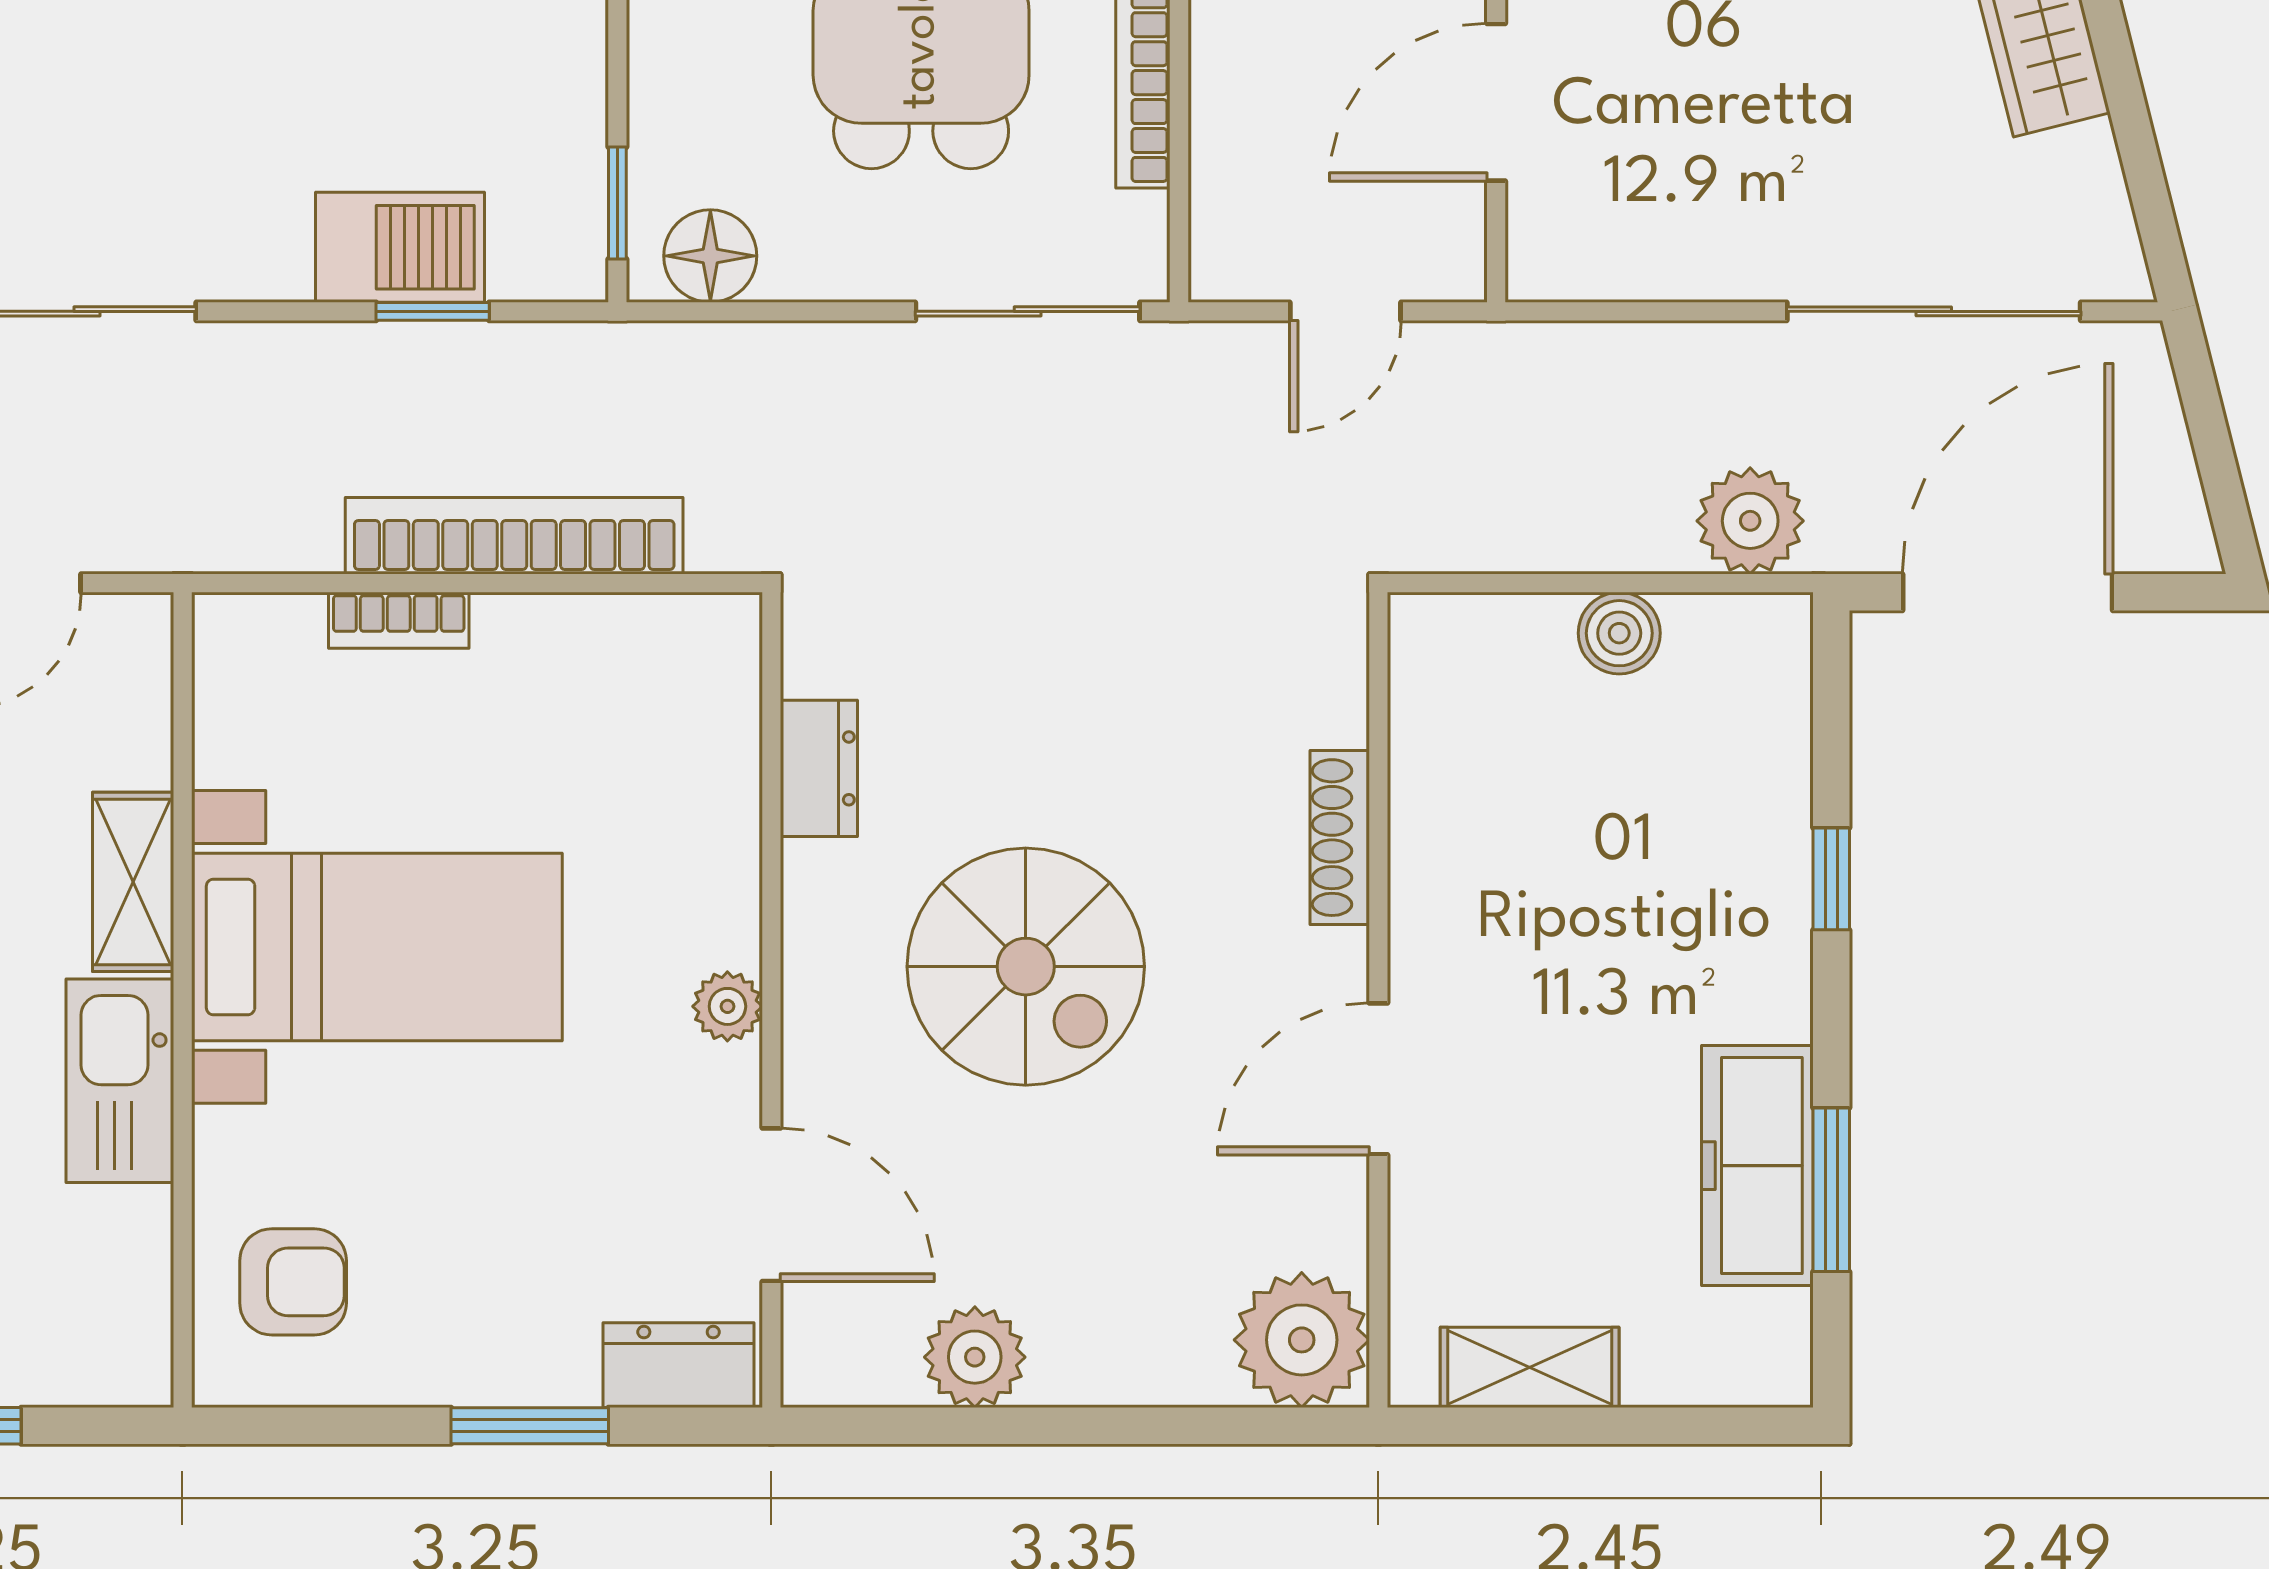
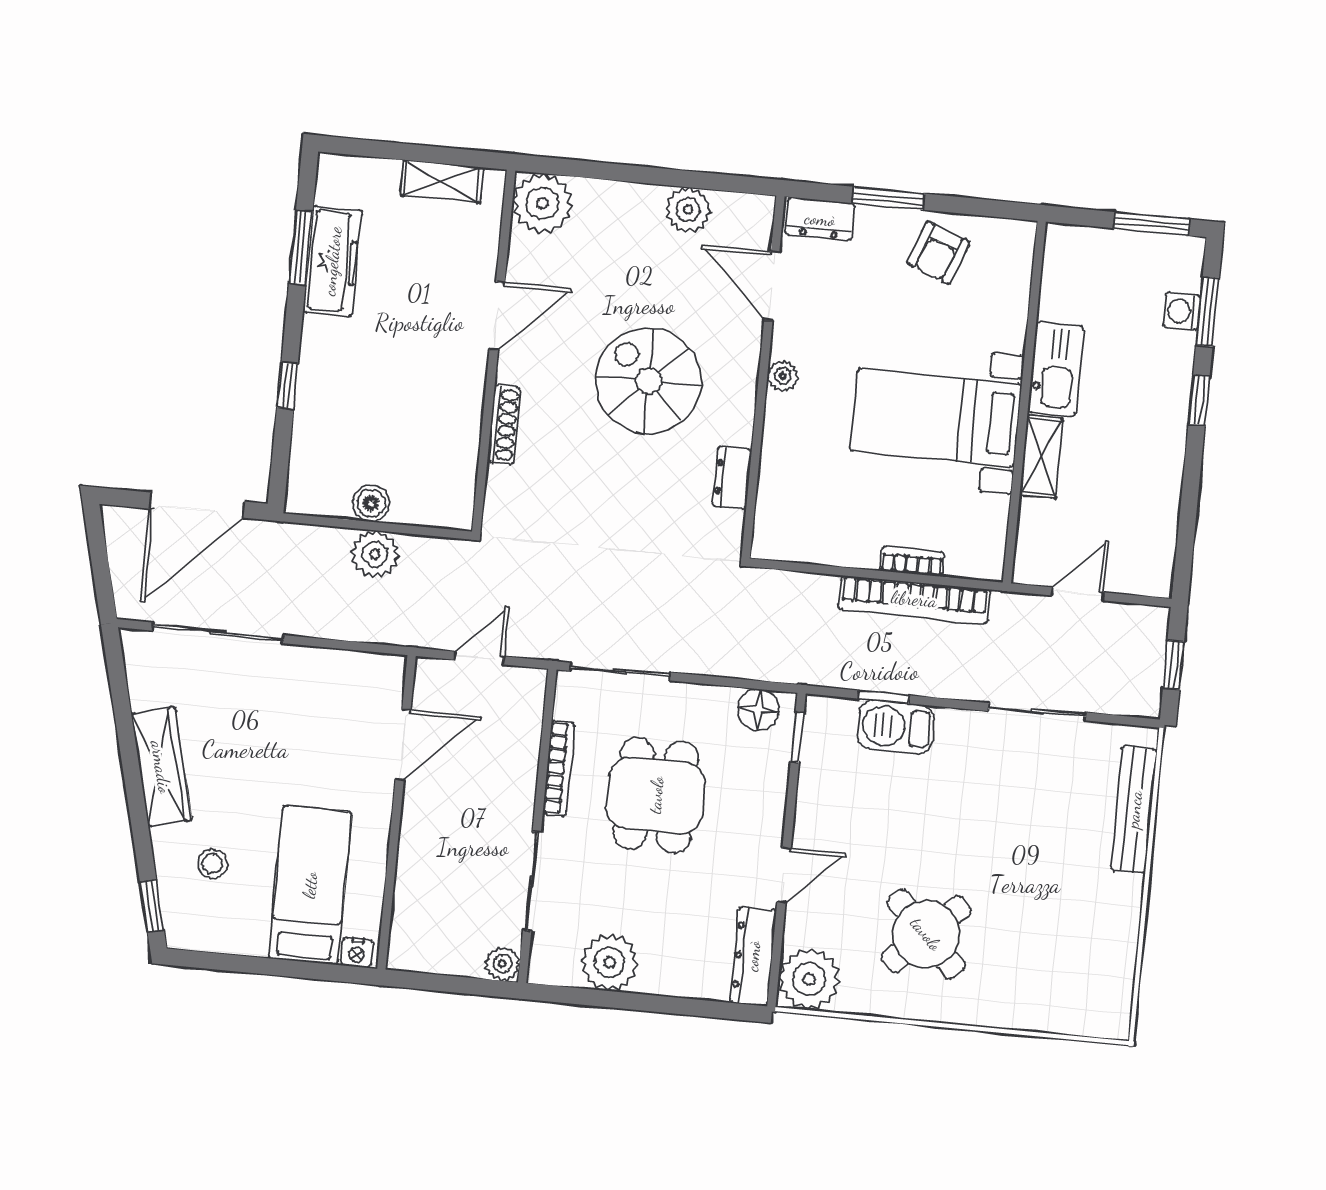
plant: (1750, 521) -> (375, 554), moved
bookcase: (514, 536) -> (914, 599), moved
armchair: (293, 1282) -> (938, 253), moved, turned -69

